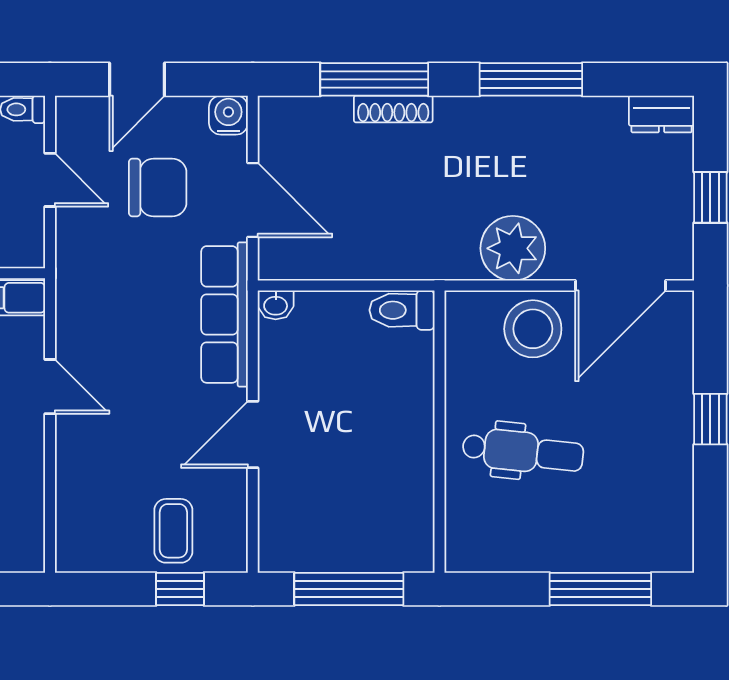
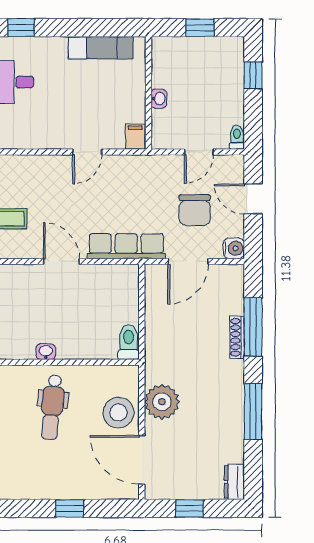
washbasin: (276, 305) -> (46, 352), moved, turned 90

